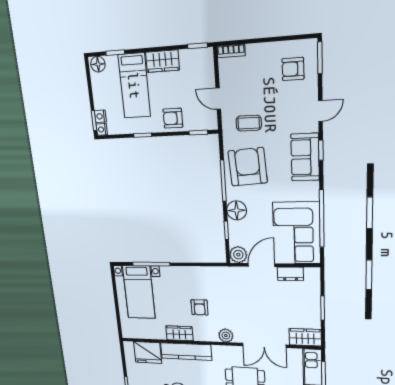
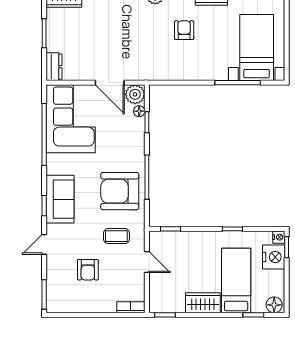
armchair: (293, 69) -> (88, 270), moved, turned 90
nightstand: (100, 116) -> (274, 257), width x1.89, depth x1.79
armchair: (173, 118) -> (197, 245), removed
armchair: (248, 167) -> (120, 191), turned 94
floor lamp: (237, 210) -> (139, 111), moved, width x0.53, depth x0.53
door: (261, 265) -> (110, 83), hinge flipped
dresser: (290, 274) -> (54, 67), moved, turned 90

